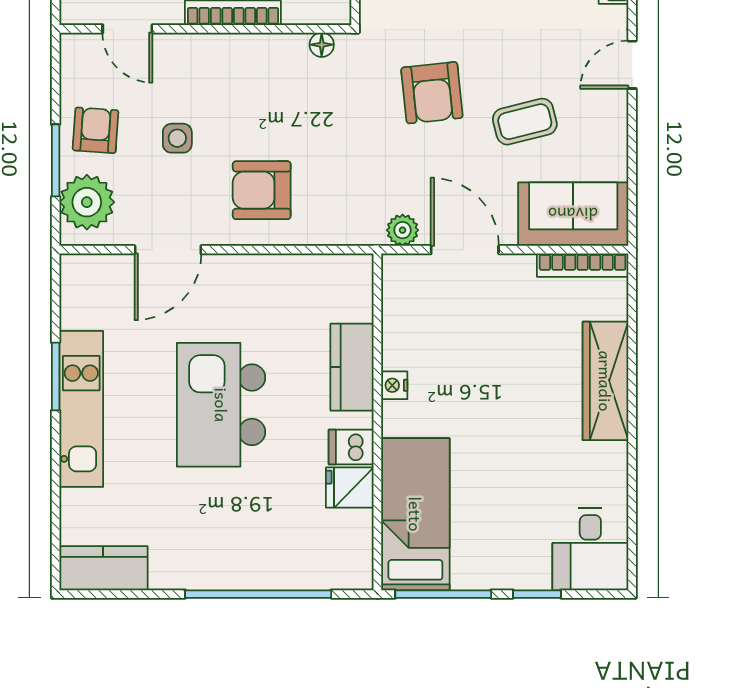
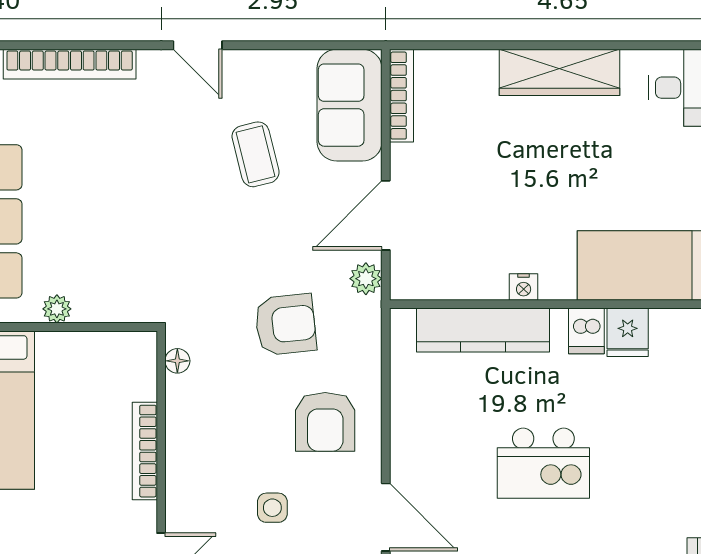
armchair: (432, 93) -> (286, 325), moved
kitchen counter: (352, 367) -> (483, 330), width x1.50
wardrobe: (605, 381) -> (559, 72), moved
kitchen island: (221, 405) -> (543, 463), width x0.73, depth x0.78

